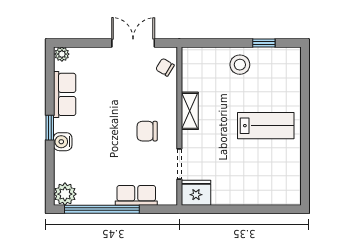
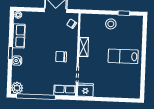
lab bench: (266, 126) -> (123, 56), turned 180
row of seats: (136, 195) -> (65, 90), moved

